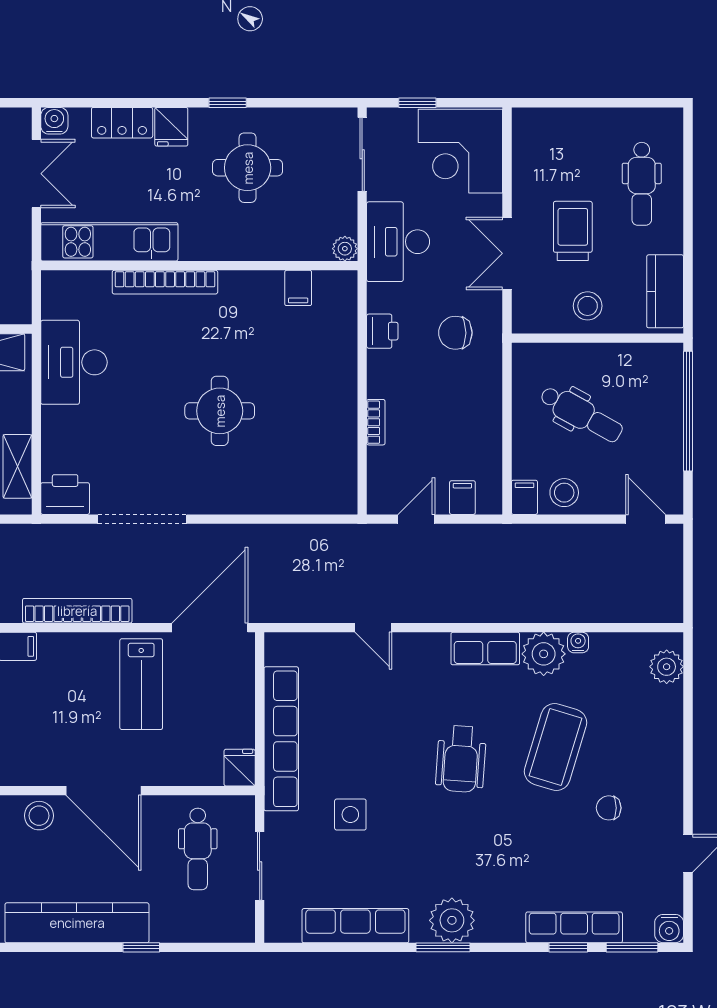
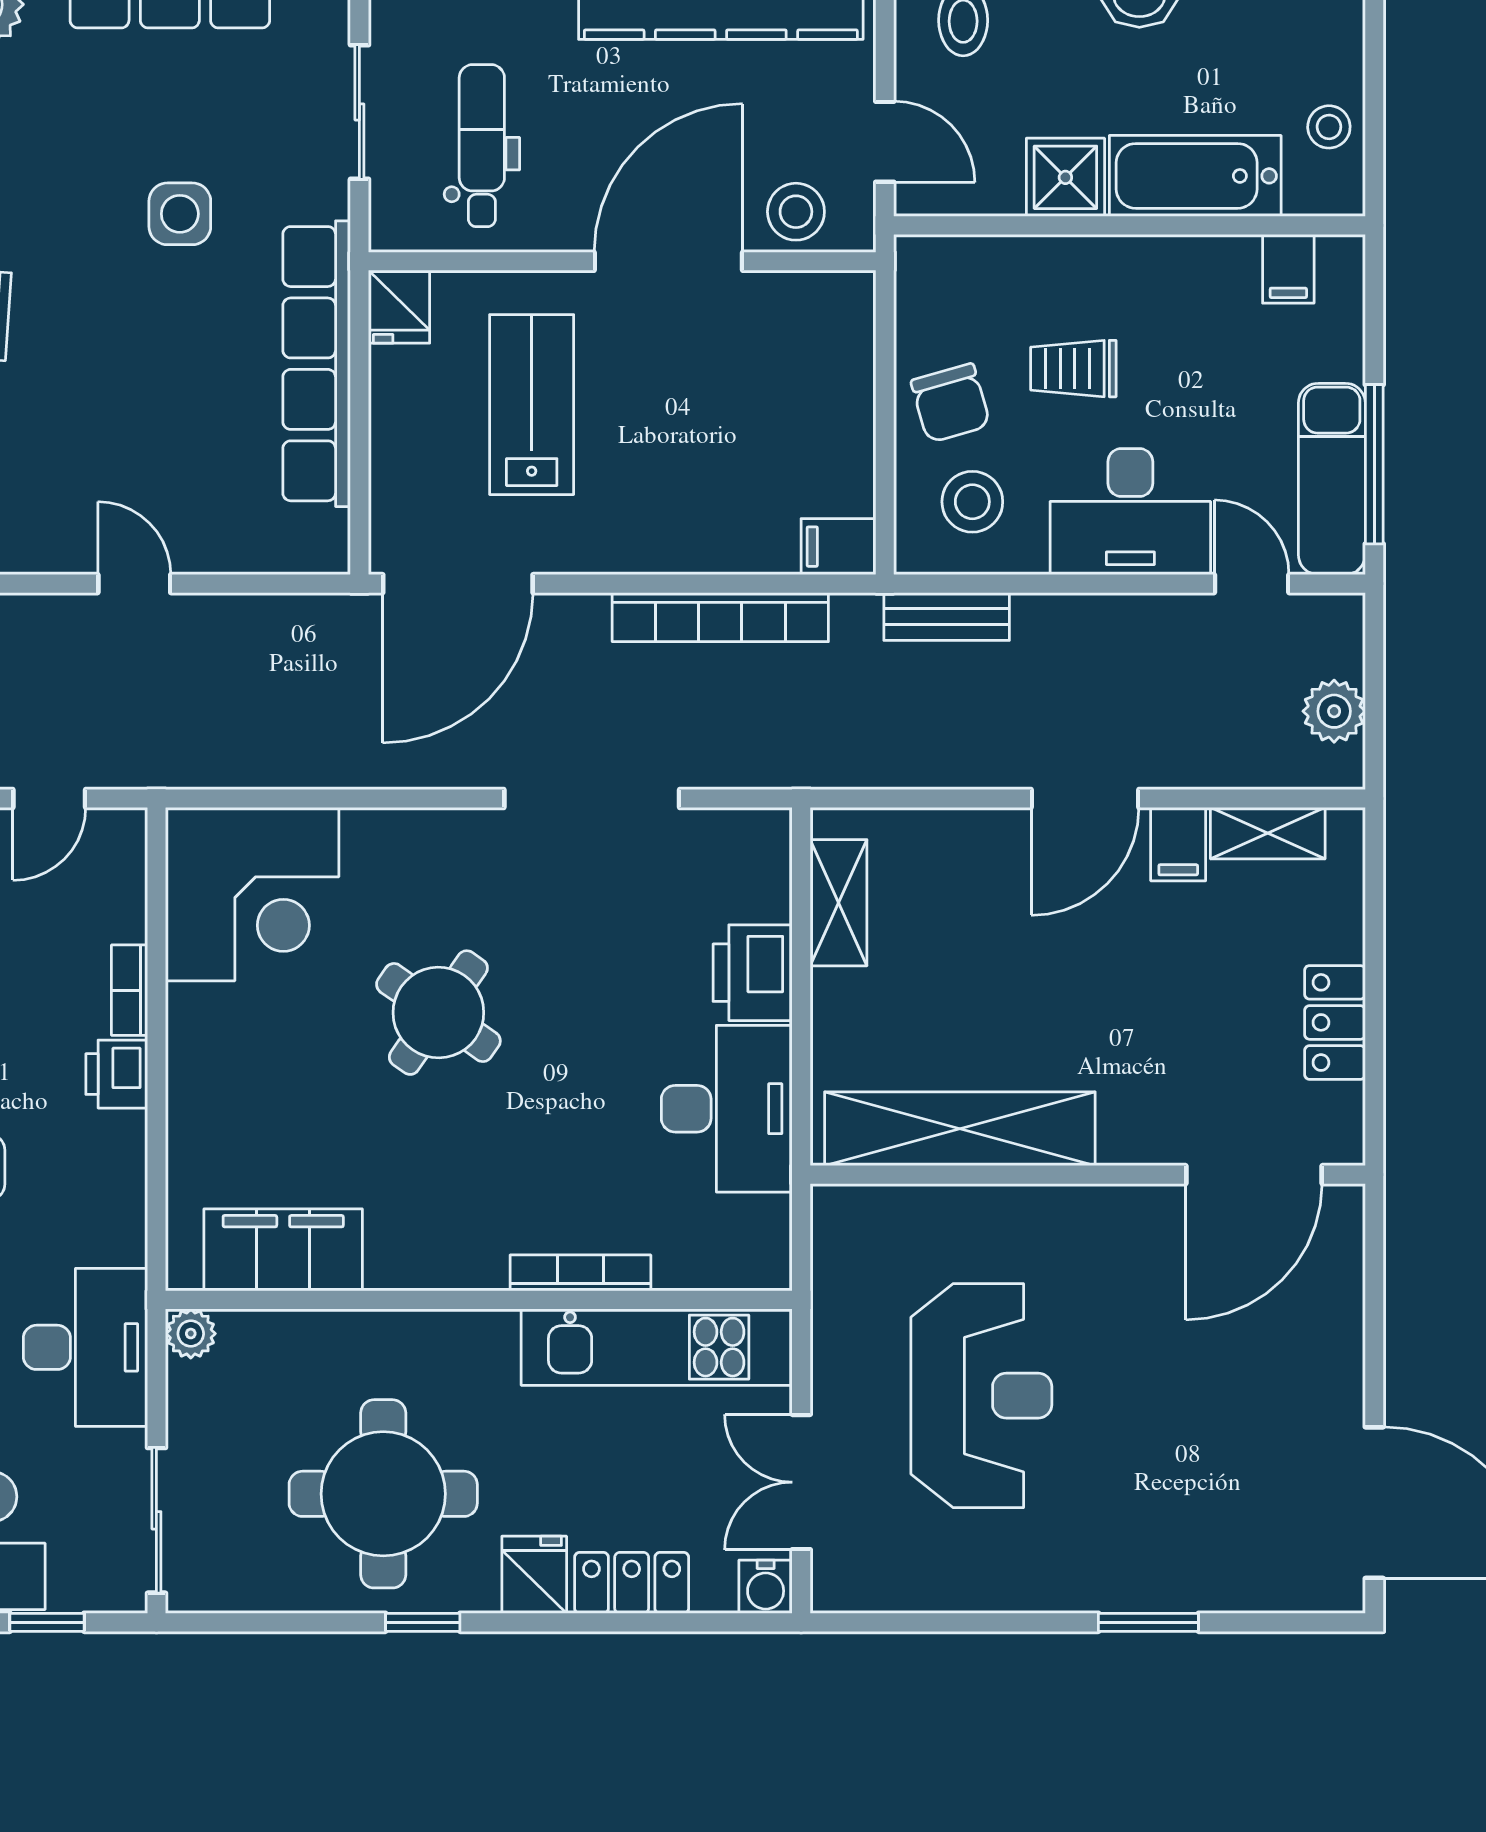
round table: (248, 168) -> (383, 1494), width x1.36, depth x1.36
bookcase: (165, 282) -> (580, 1273), width x0.68, depth x0.76
filing cabinet: (298, 288) -> (283, 1250), width x3.00, depth x1.17
printer: (382, 331) -> (117, 1074), moved
round table: (220, 411) -> (438, 1013), turned 35
corner desk: (314, 471) -> (252, 894), added
printer: (65, 495) -> (753, 973), moved, turned 90
lab bench: (141, 684) -> (532, 405), moved
door: (103, 791) -> (668, 261), hinge flipped

